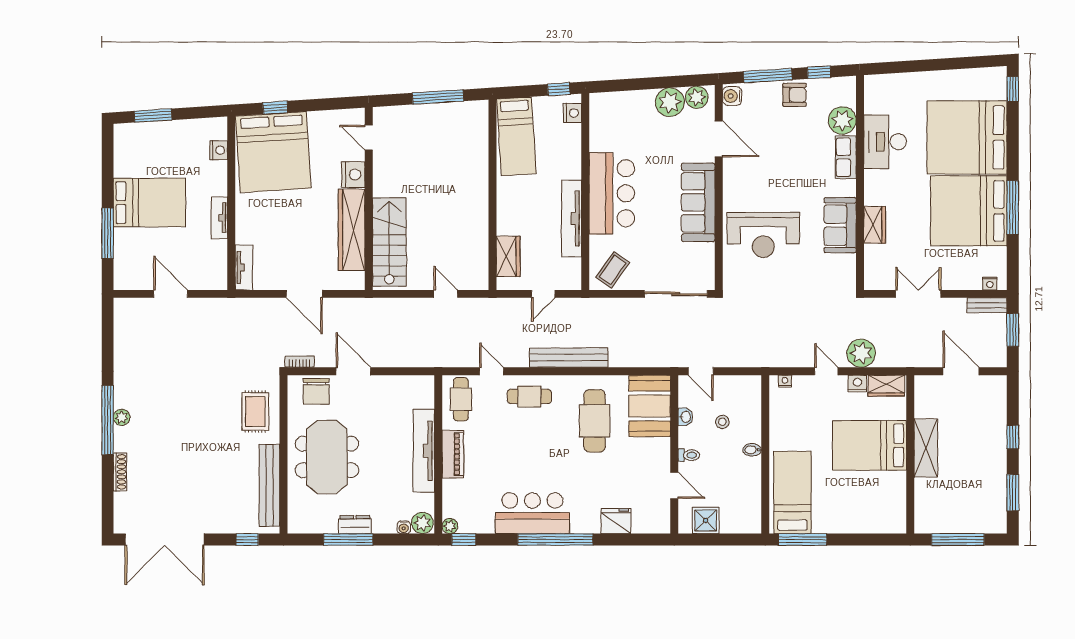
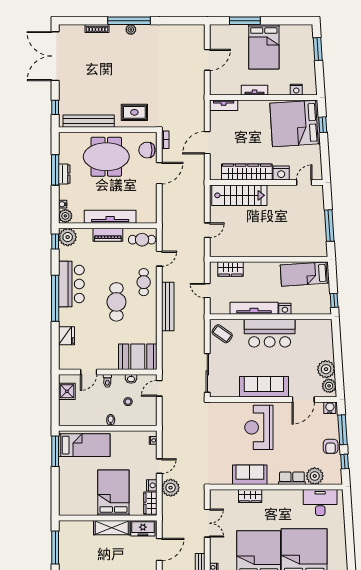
nightstand: (572, 113) -> (285, 309), moved
desk: (885, 142) -> (320, 502), moved
reception desk: (763, 235) -> (259, 427), moved
freezer: (927, 398) -> (143, 528), added
cafe table: (595, 421) -> (116, 302), moved, turned 90
plant: (450, 526) -> (68, 237), width x1.88, depth x1.88

